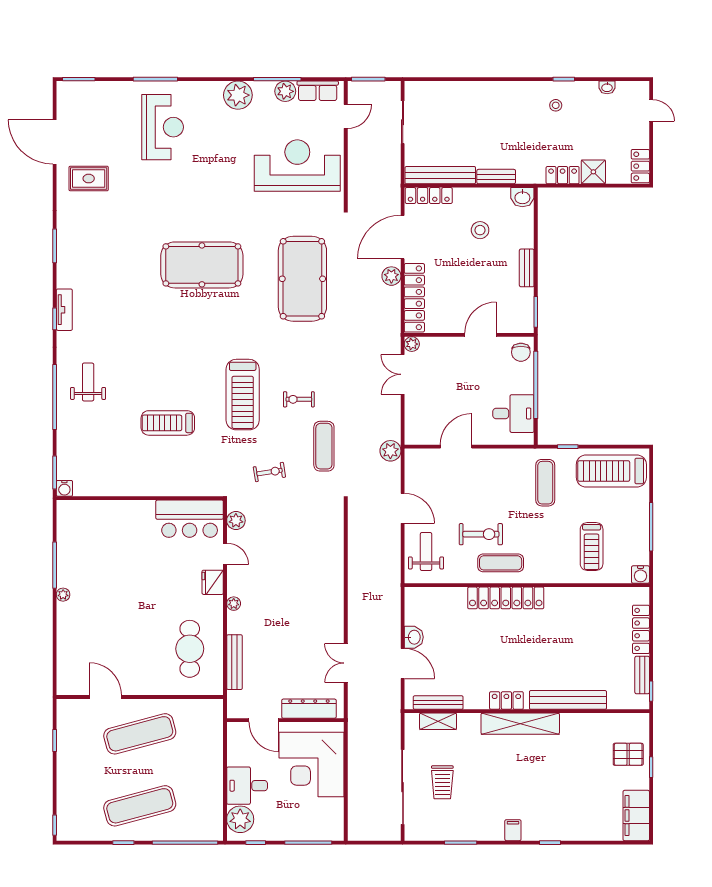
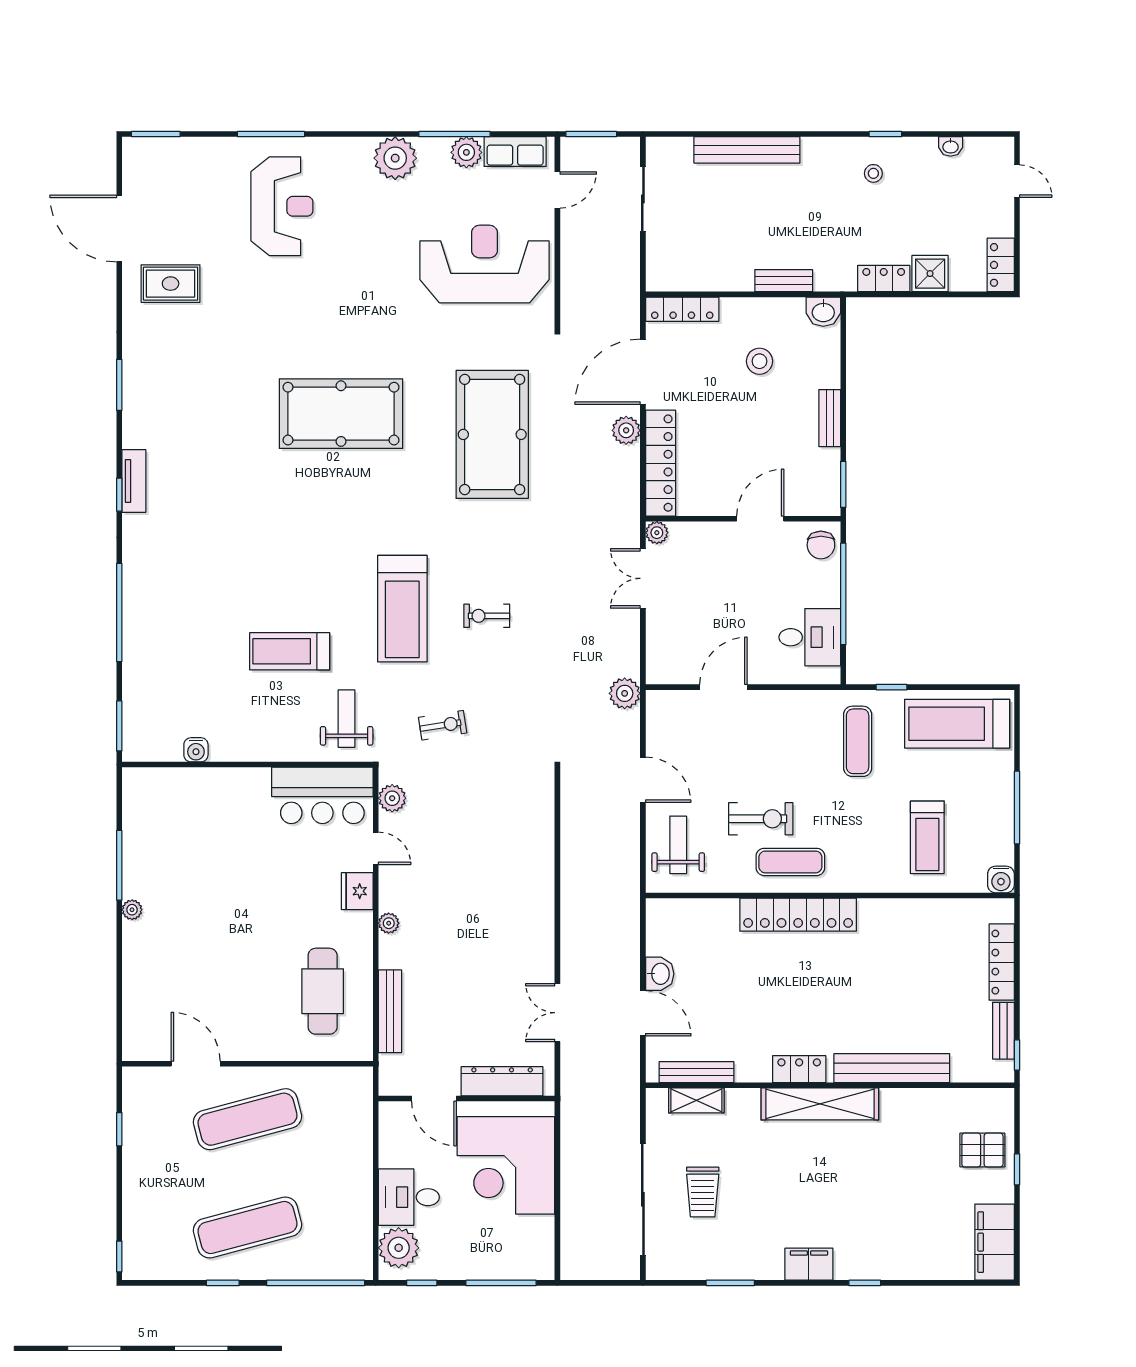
bench: (440, 175) -> (747, 150), moved
weight bench: (88, 382) -> (347, 719), moved
exercise mat: (324, 446) -> (525, 686), removed
water cooler: (64, 488) -> (196, 750), moved
filing cabinet: (513, 830) -> (809, 1264), width x2.00

